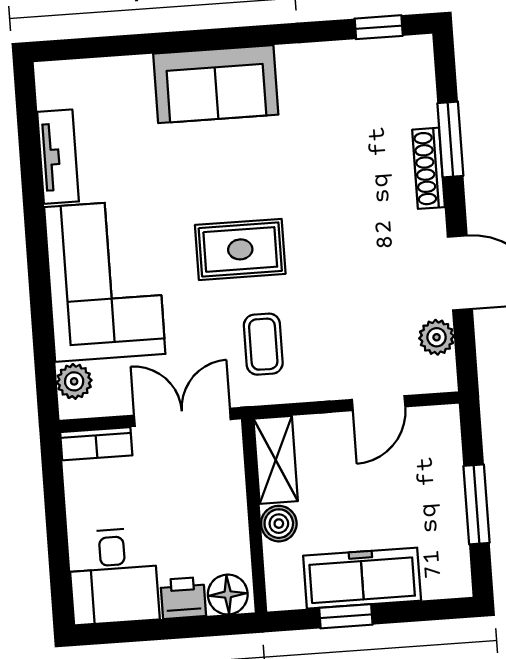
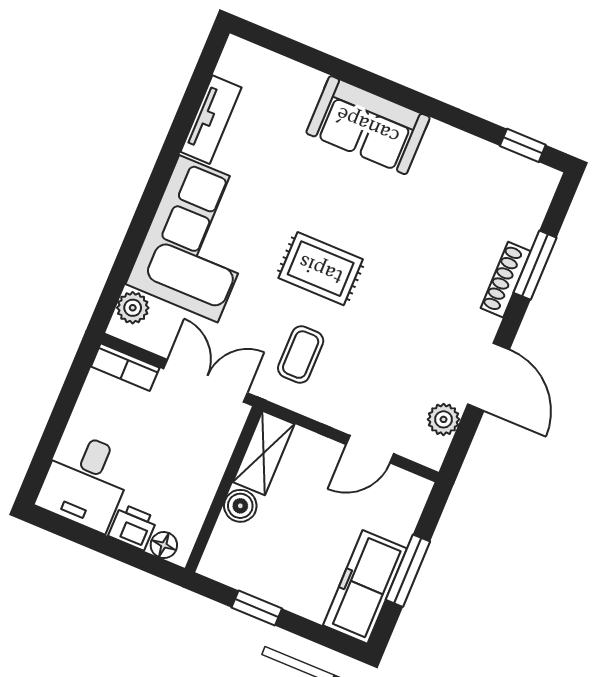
freezer: (362, 578) -> (365, 587), moved, turned -90
floor lamp: (228, 594) -> (164, 545), width x0.73, depth x0.73

